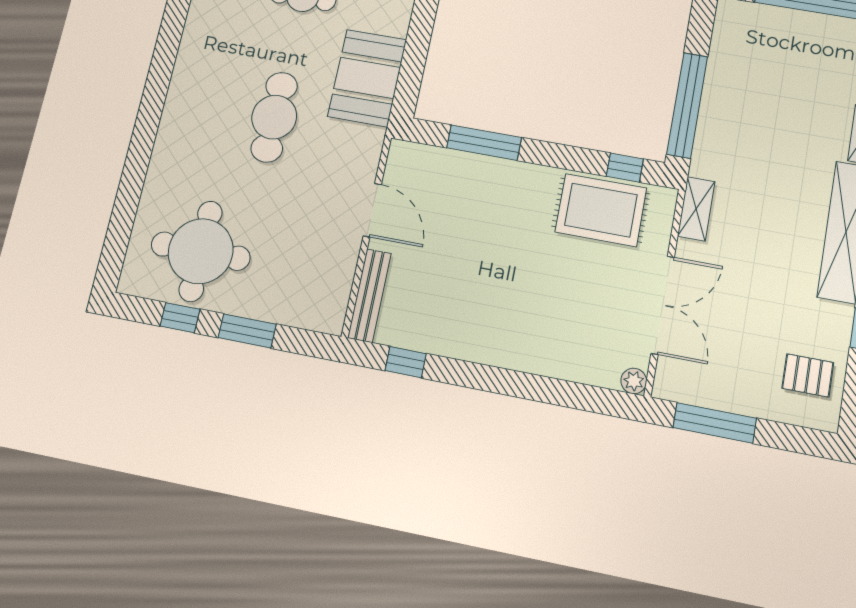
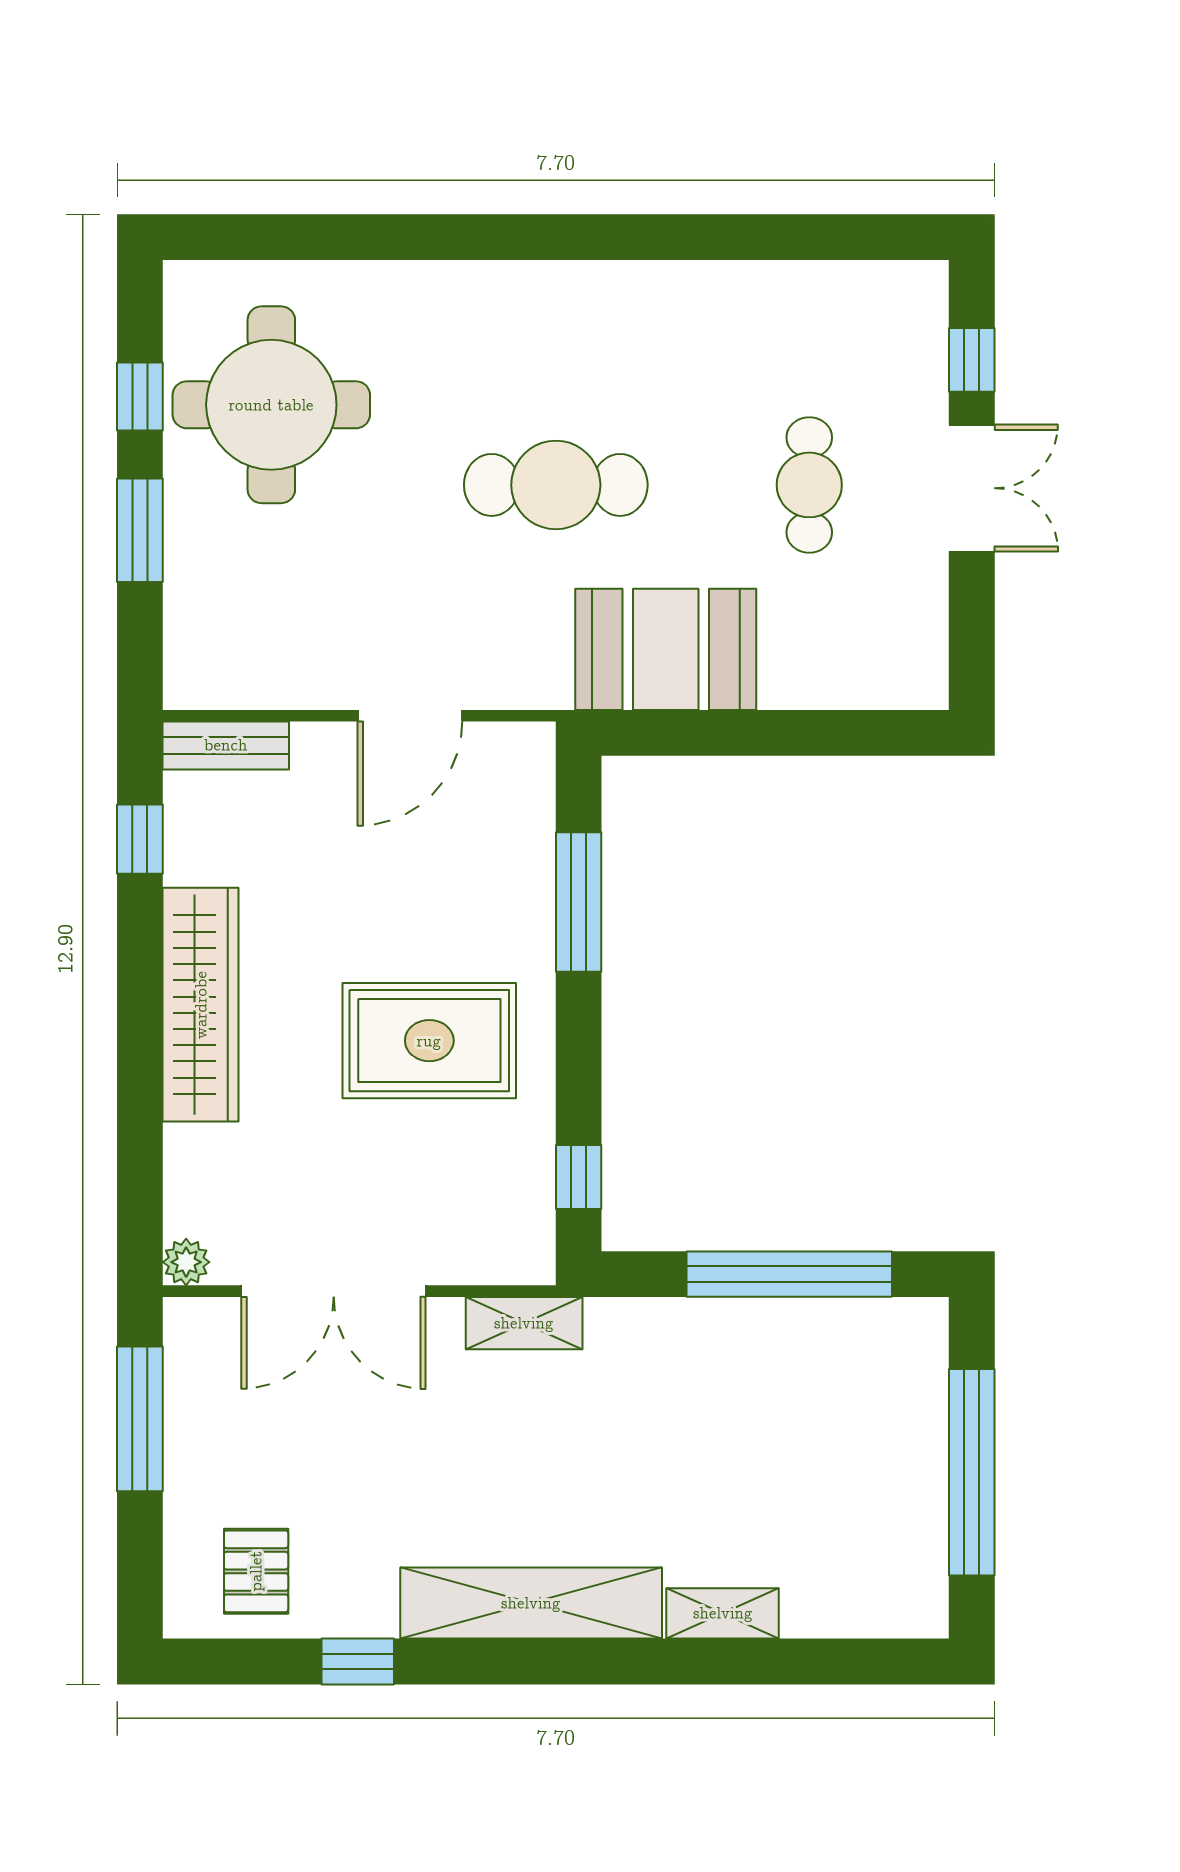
window: (687, 105) -> (789, 1274), moved
rug: (601, 210) -> (429, 1041), moved, turned 90
bench: (369, 296) -> (226, 745), width x0.73
wardrobe: (498, 347) -> (201, 1005), added

